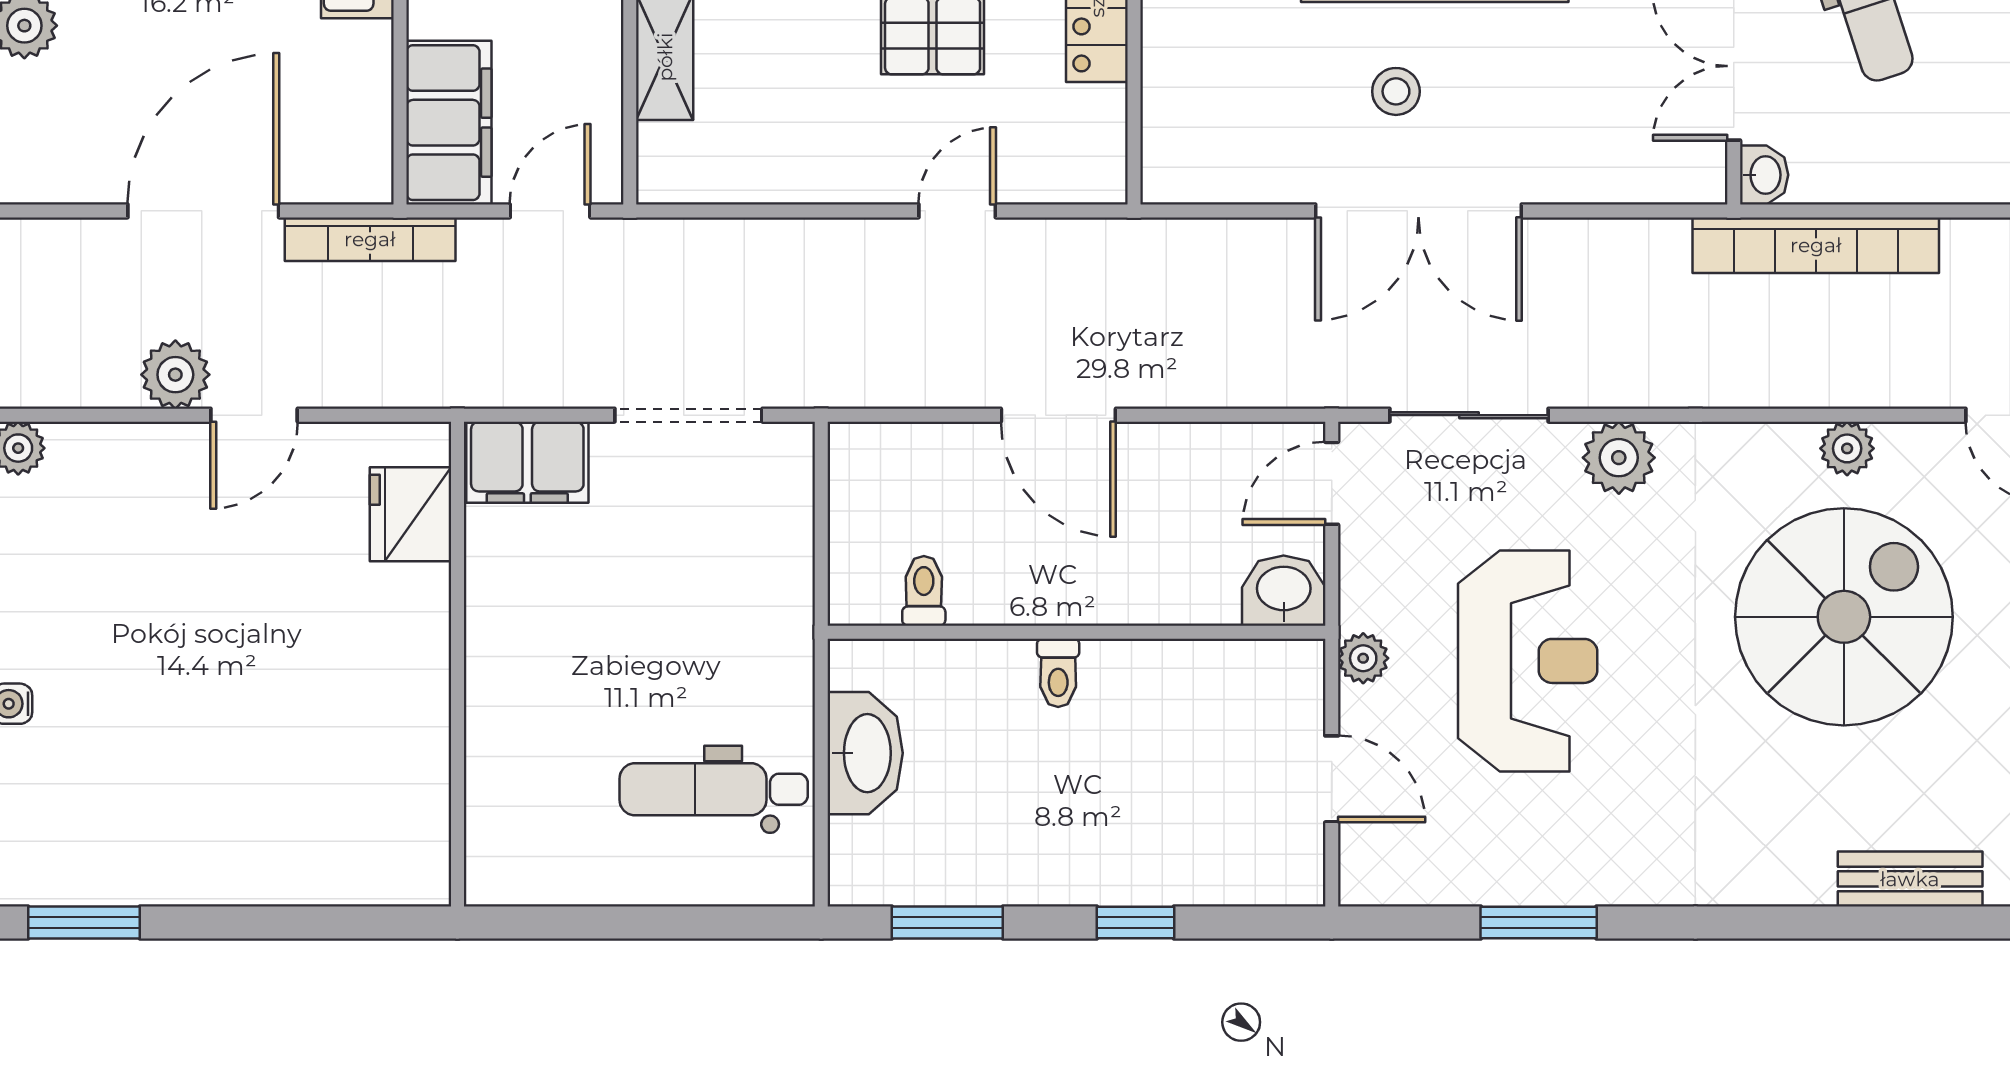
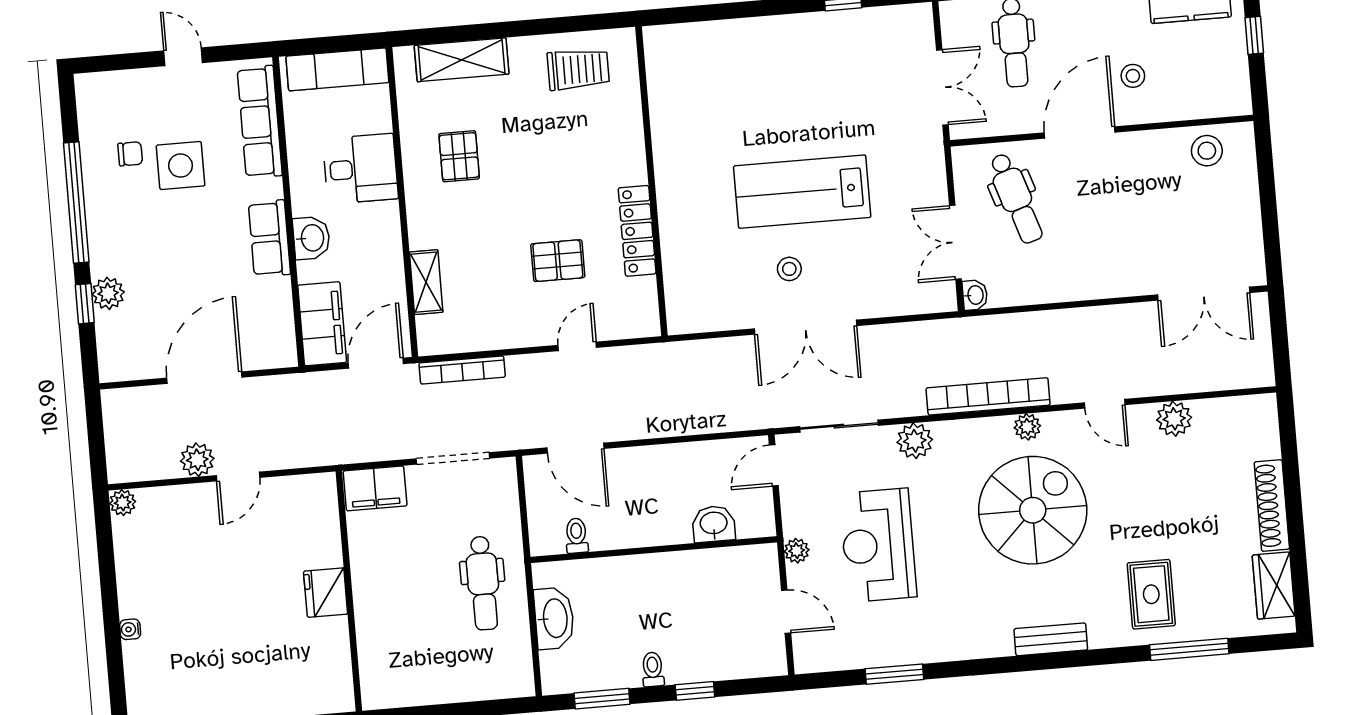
door: (550, 211) -> (376, 363), width x1.38
bookcase: (370, 239) -> (462, 370), moved
bookcase: (1816, 245) -> (988, 396), moved, turned 180
door: (1058, 415) -> (575, 448), moved
fridge: (410, 514) -> (326, 593), moved
washbasin: (1284, 591) -> (714, 524), moved
reception desk: (1528, 661) -> (878, 545), turned 180
toilet: (1058, 673) -> (653, 669), moved, turned 180
dental chair: (714, 789) -> (483, 583), moved, turned -90
bench: (1910, 879) -> (1051, 639), moved

